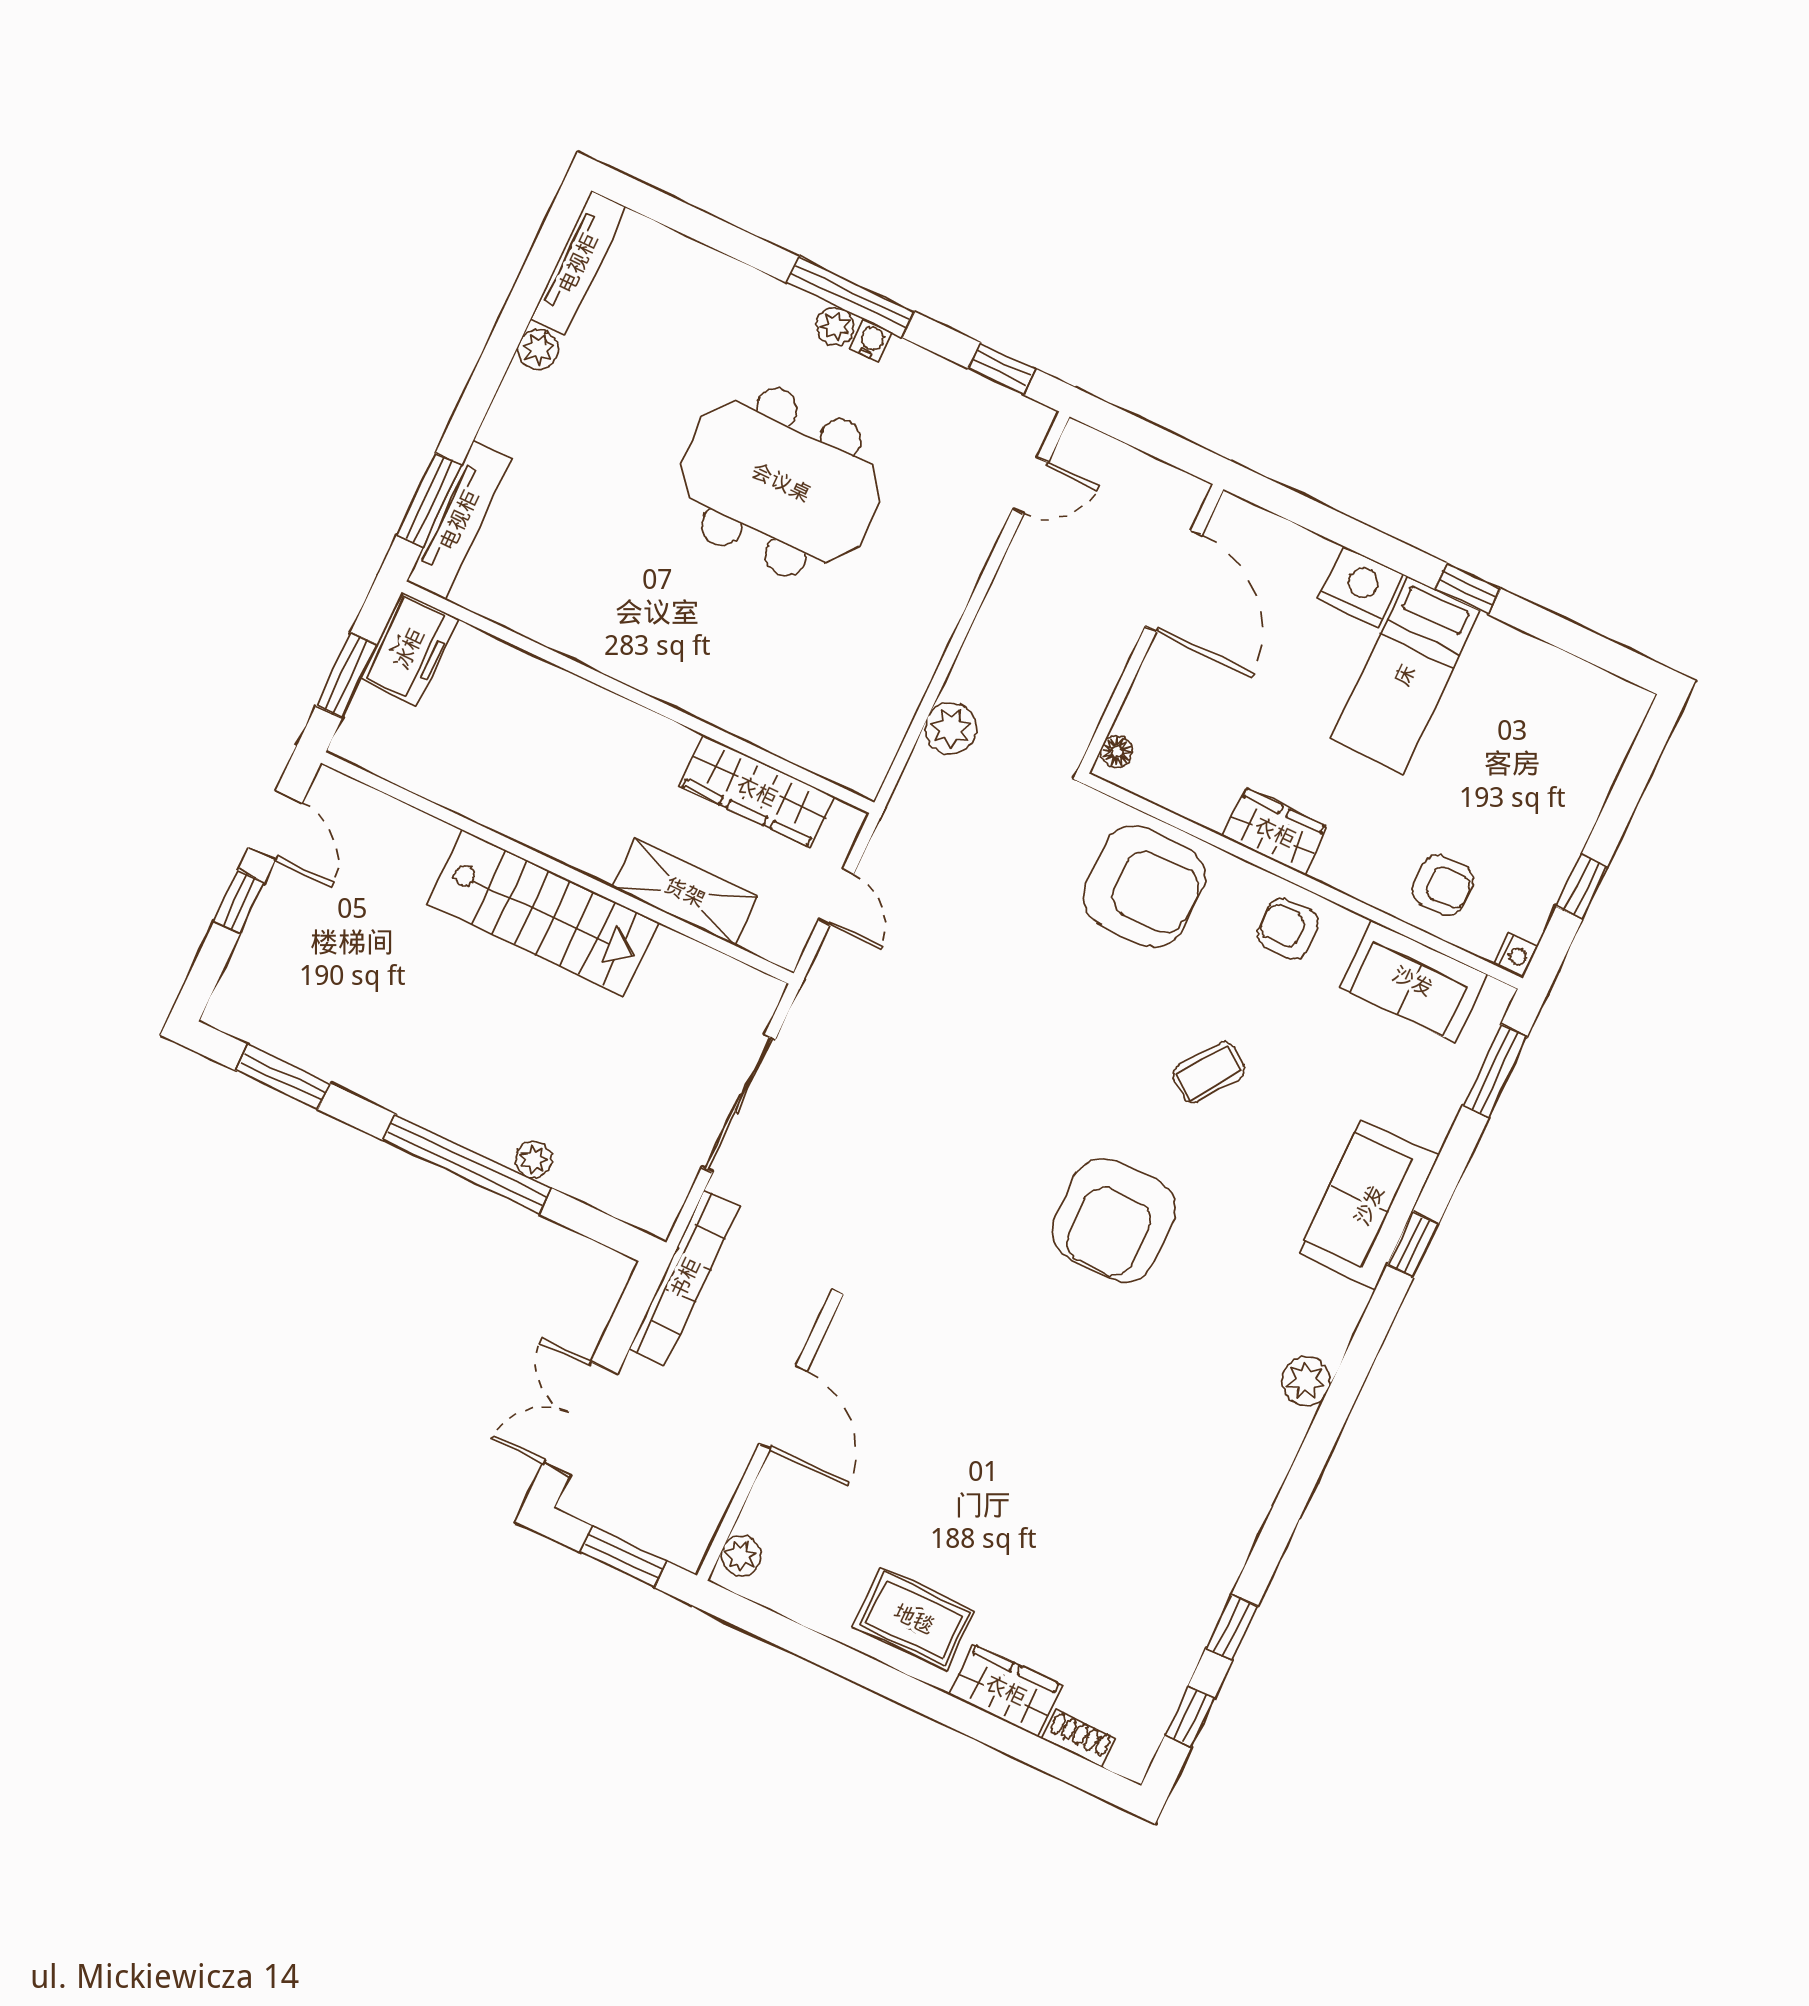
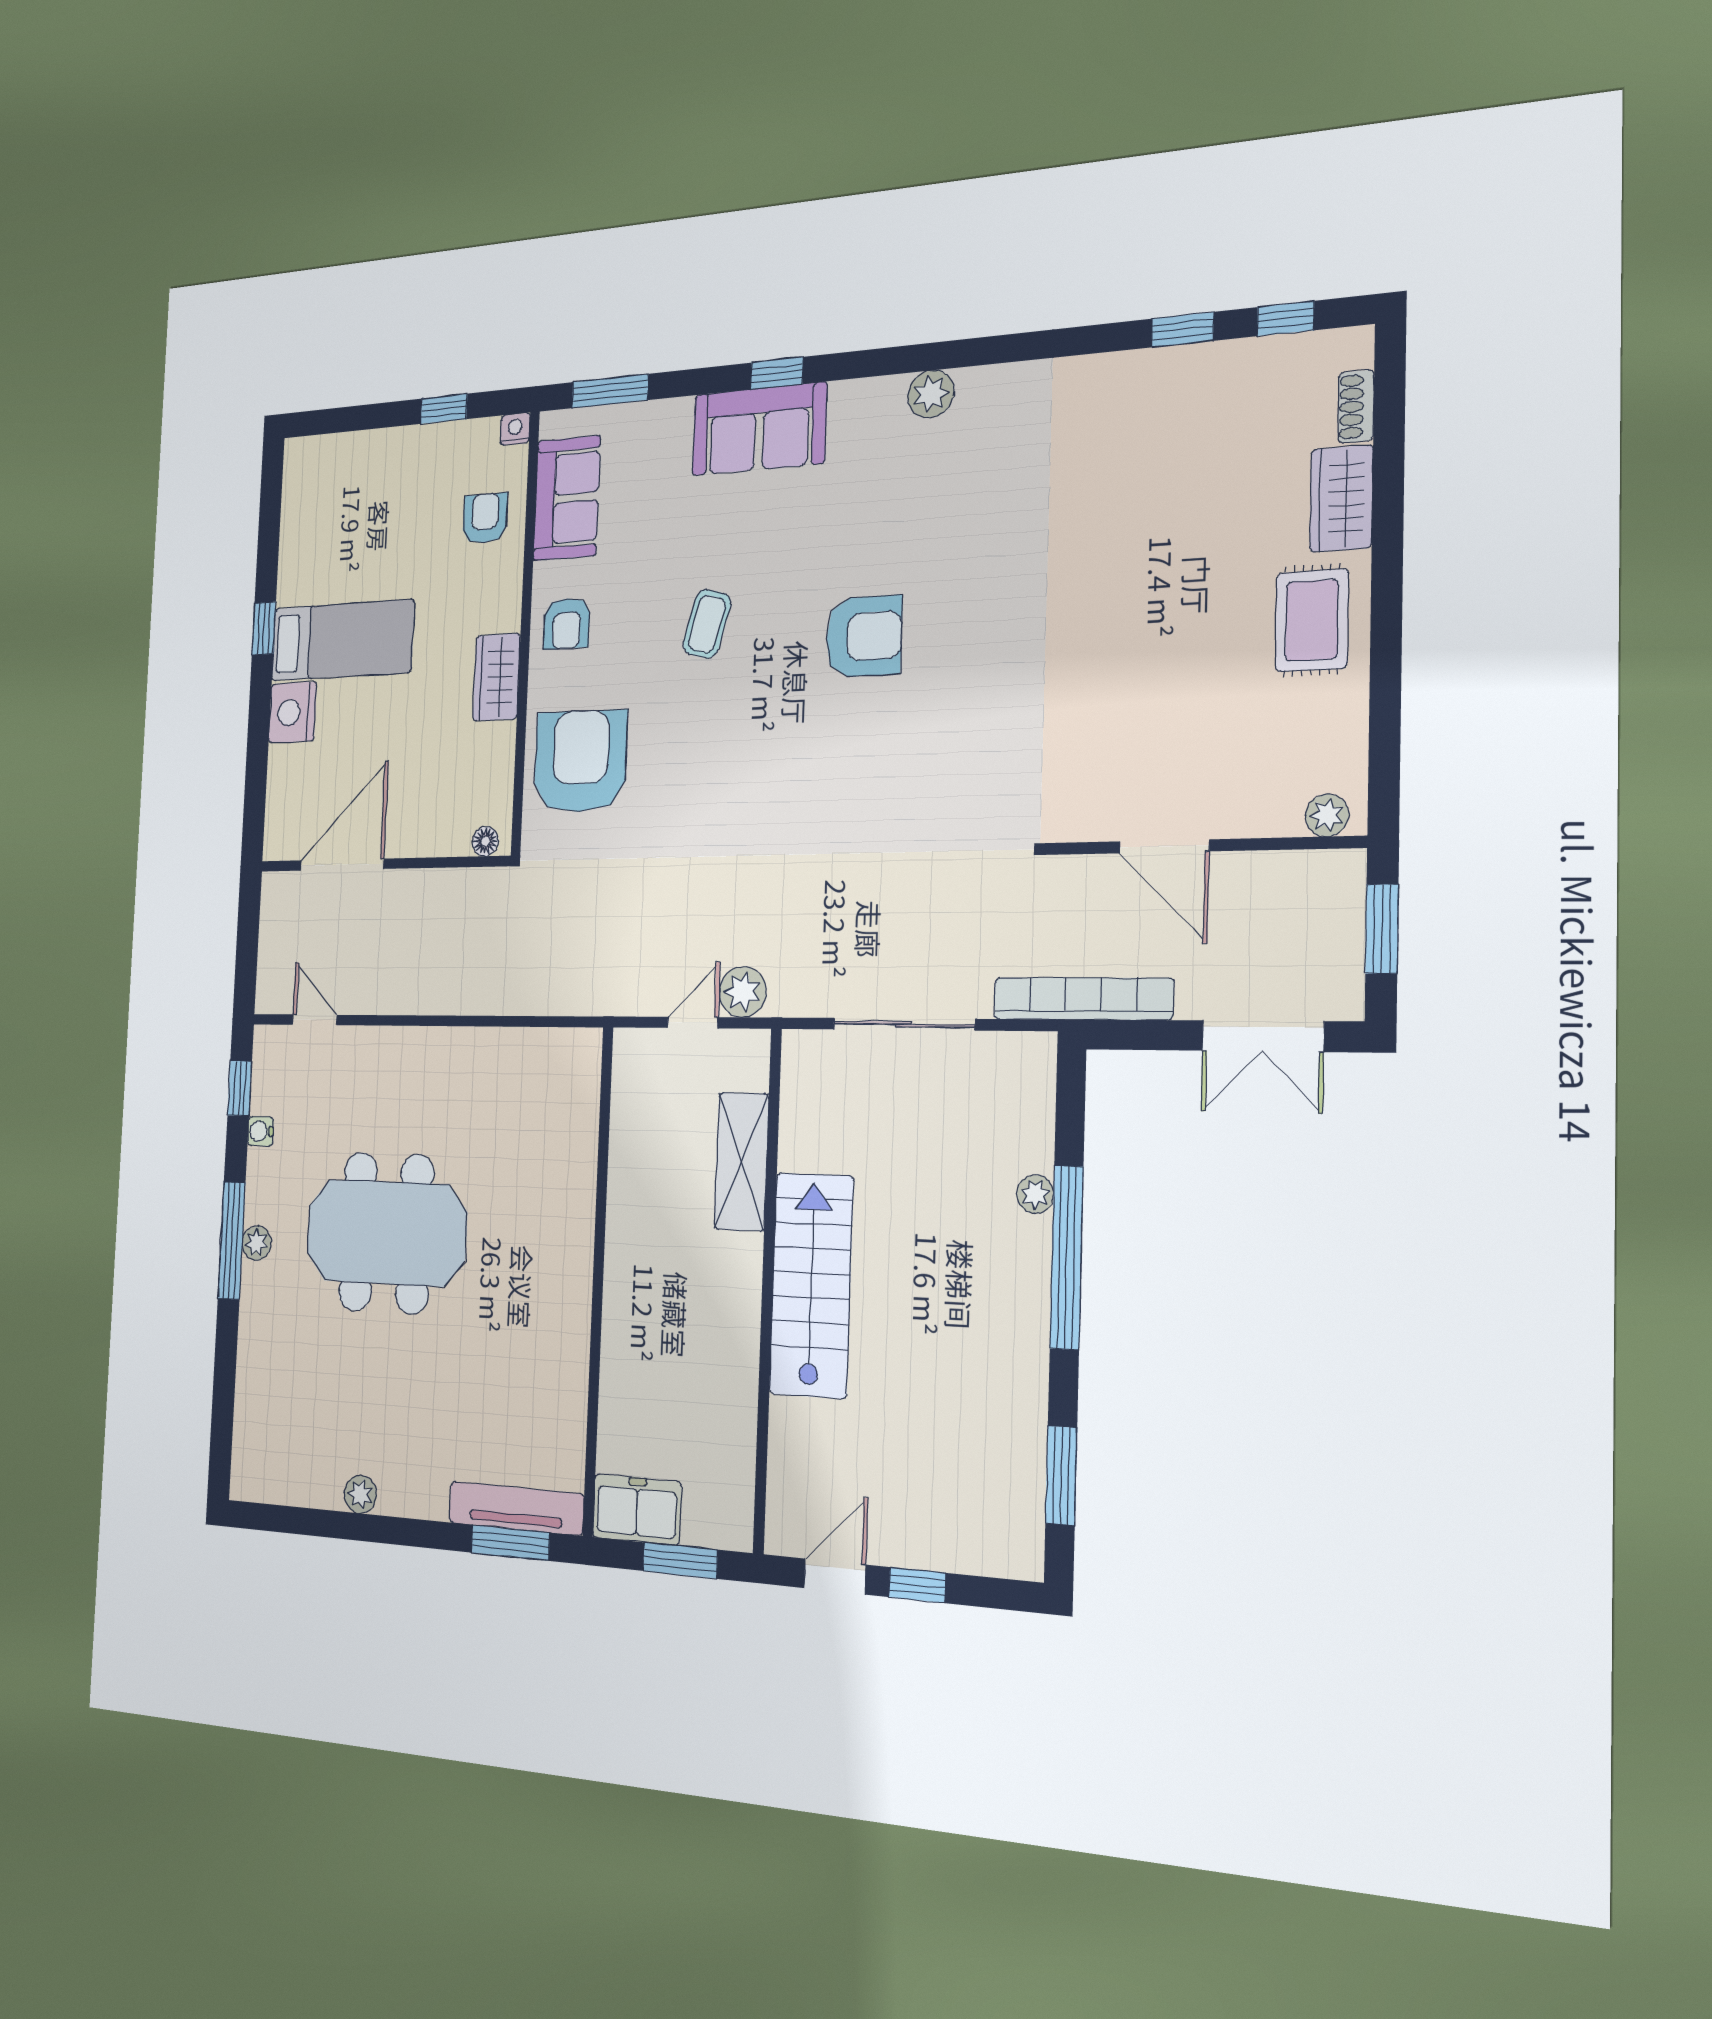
tv unit: (578, 263) -> (285, 1487), removed
water cooler: (871, 341) -> (260, 1131), moved
meeting table: (781, 482) -> (386, 1233), turned 90
plant: (951, 729) -> (743, 992), moved
wardrobe: (757, 791) -> (633, 1136), removed
coffee table: (1209, 1072) -> (707, 624), turned 69
armchair: (1114, 1220) -> (864, 636), width x0.73, depth x0.73
door: (783, 1407) -> (1164, 846), swing flipped

